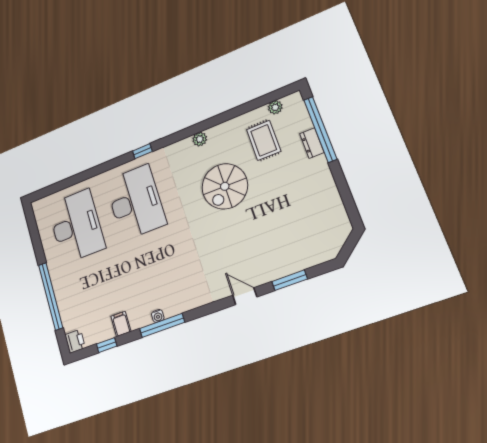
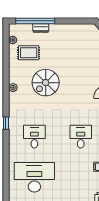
spiral stairs: (225, 186) -> (46, 83), turned 90
desk: (135, 202) -> (34, 137), width x0.53, depth x0.77
desk: (158, 275) -> (81, 137), added

